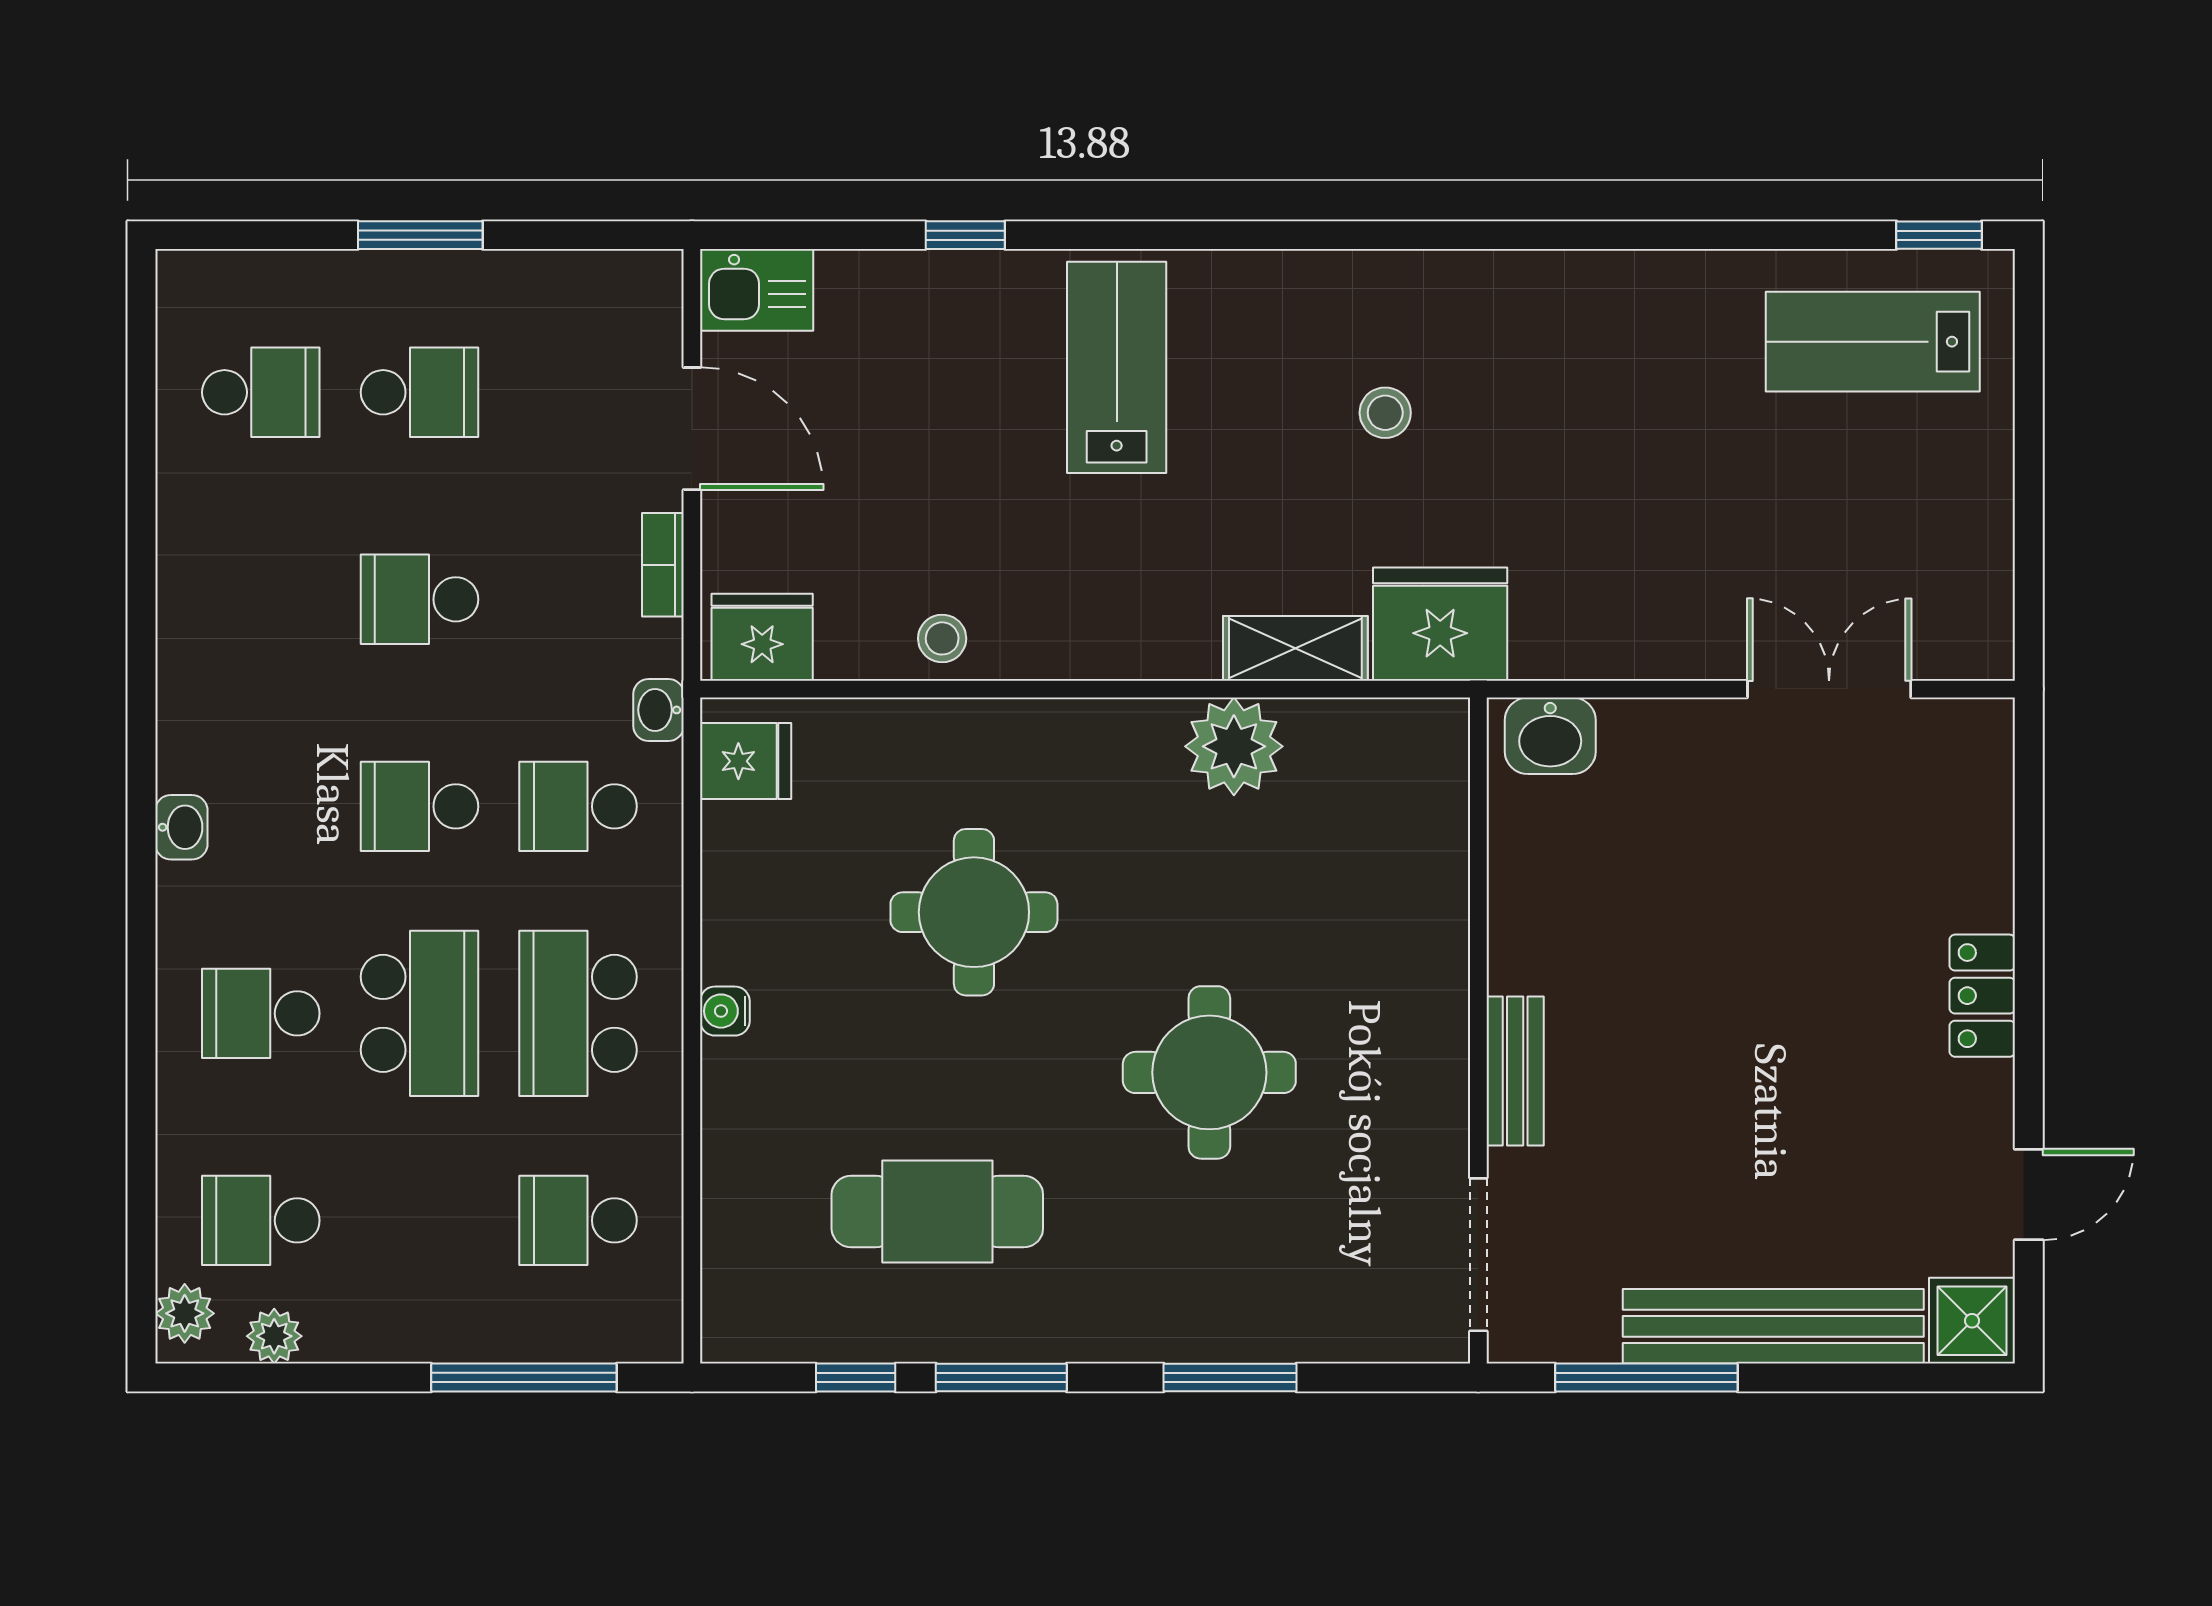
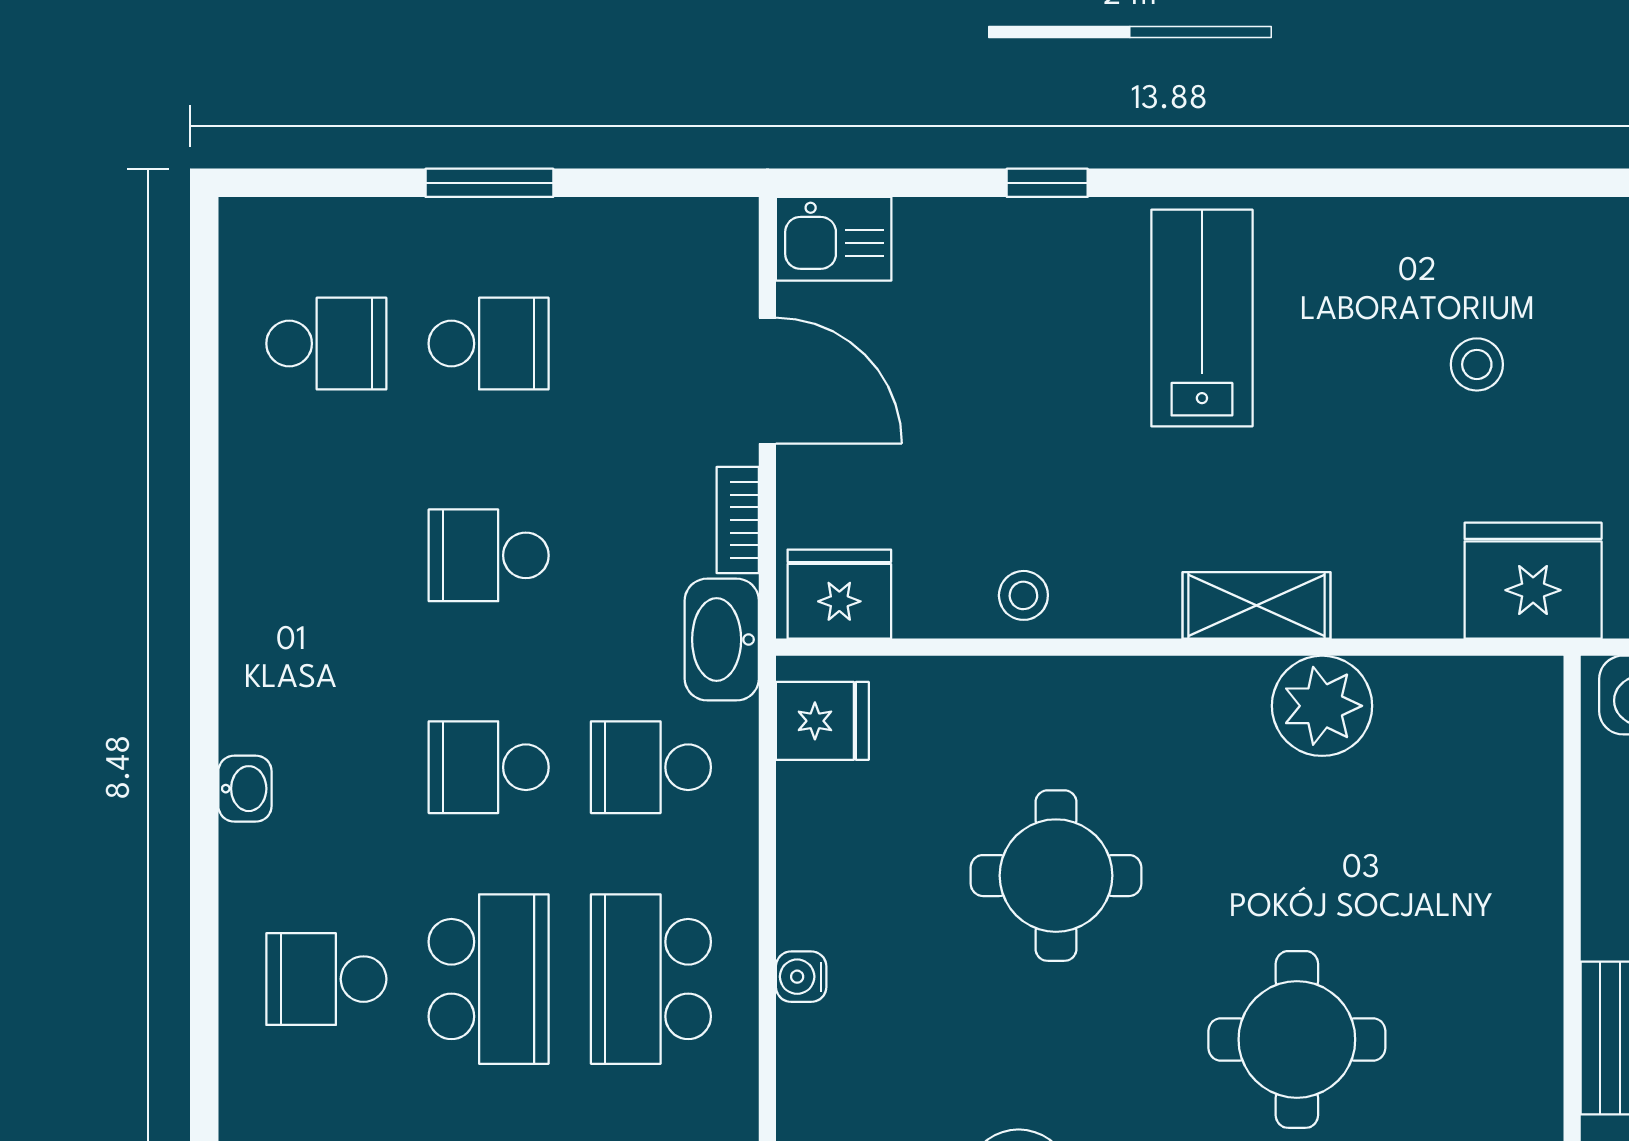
shelving: (1295, 648) -> (1257, 605), moved
washbasin: (659, 710) -> (722, 640), width x1.91, depth x1.45

